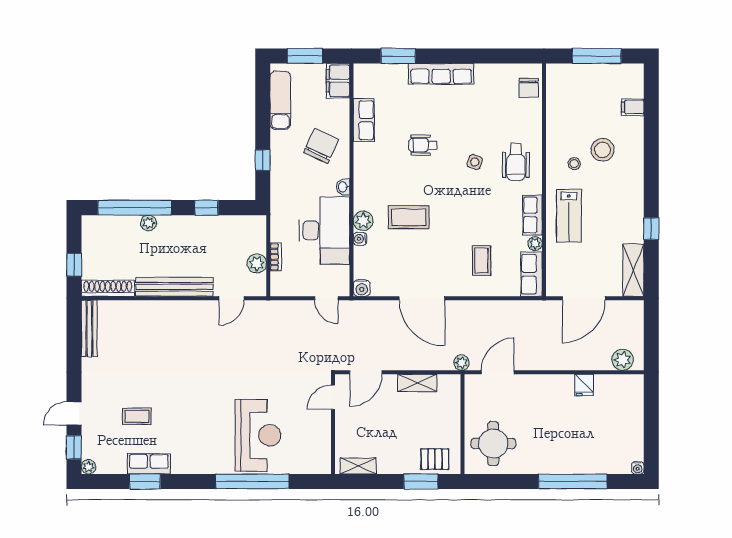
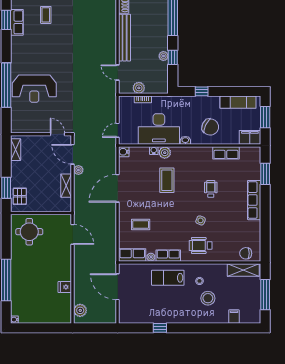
plant: (149, 223) -> (163, 56), moved
shelving: (633, 270) -> (243, 270), moved
plant: (461, 363) -> (78, 170), moved

